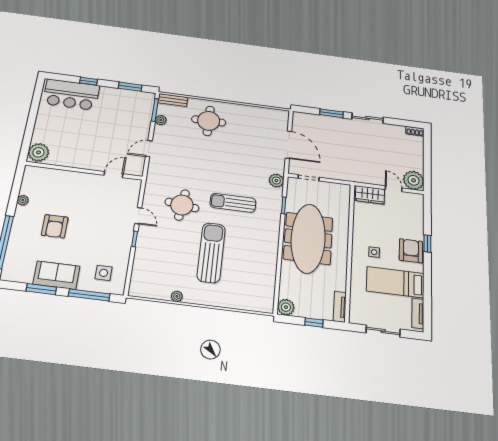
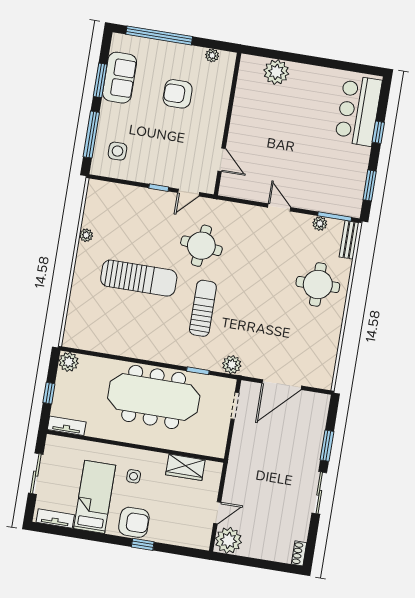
wall: (84, 171) -> (227, 124), moved
door: (114, 175) -> (222, 160), moved
wardrobe: (370, 195) -> (185, 467), moved, turned -90
sofa: (56, 275) -> (120, 78), moved

